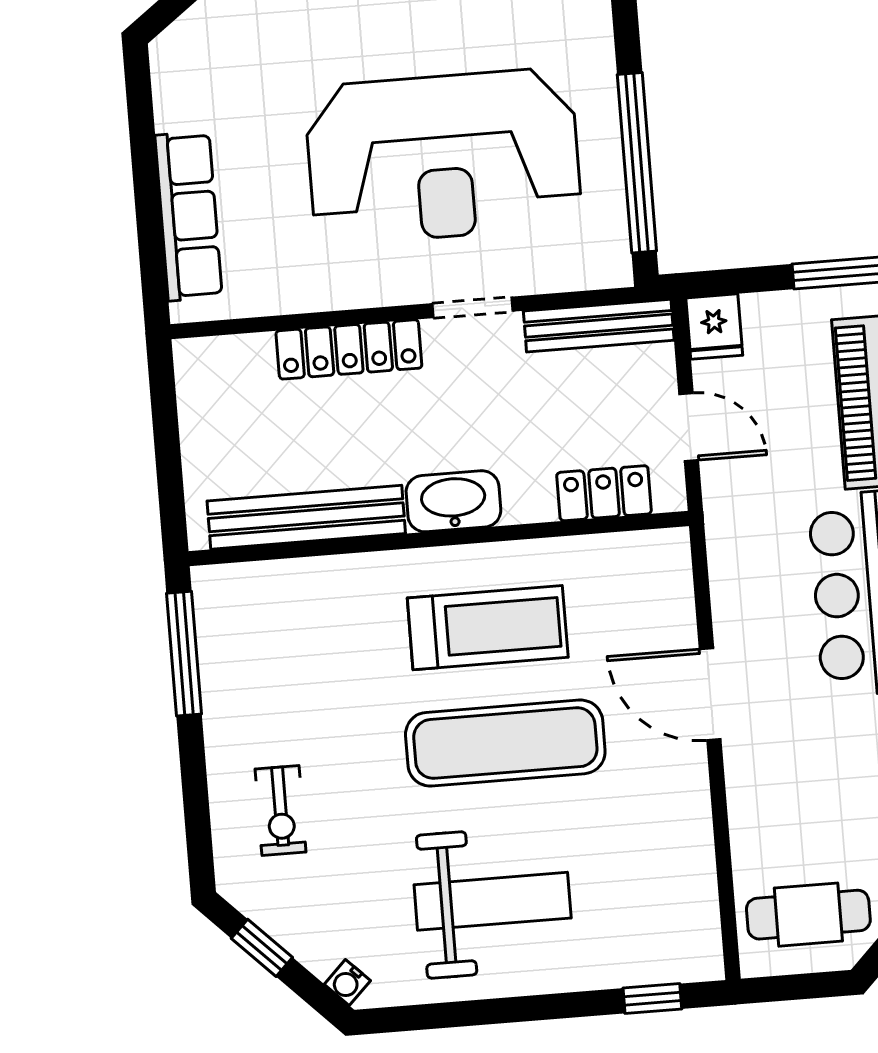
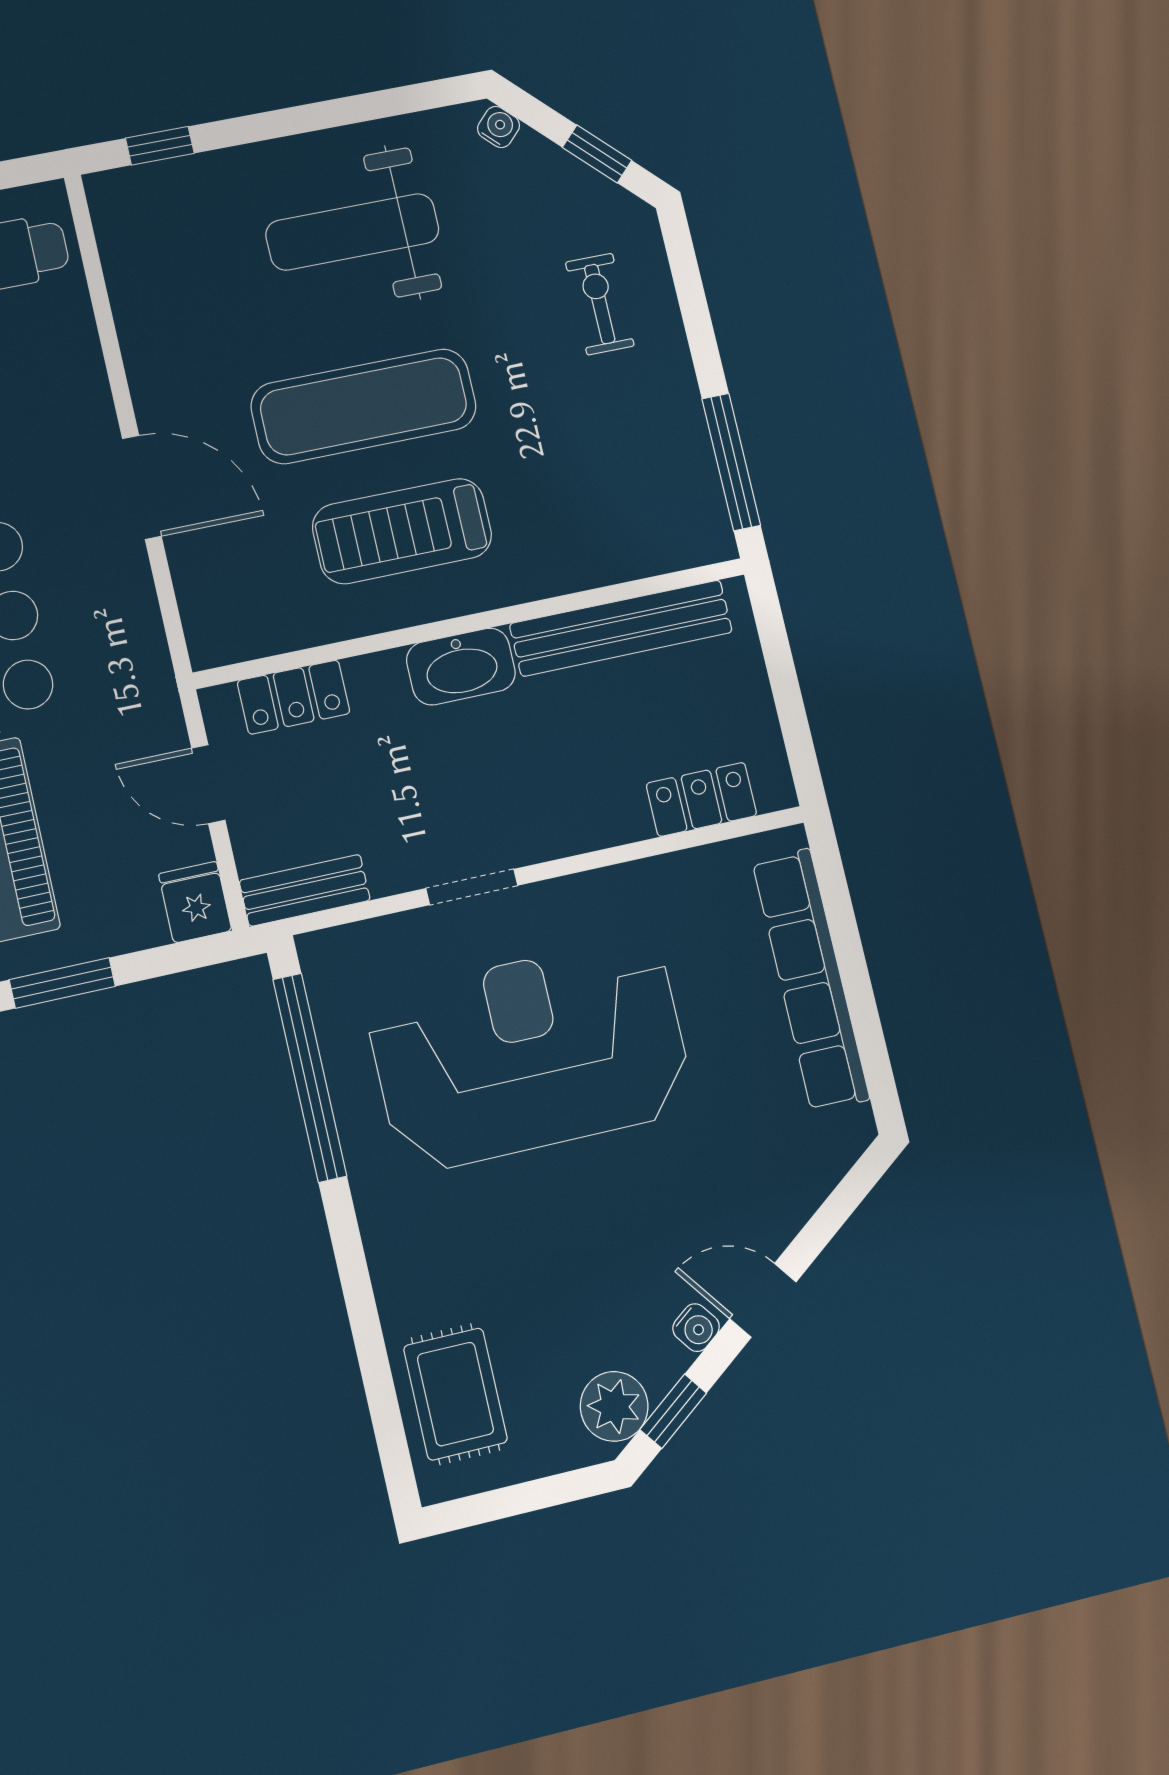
row of seats: (189, 216) -> (811, 980), width x1.36
bench: (599, 326) -> (305, 890), width x0.73
locker: (349, 349) -> (701, 799), moved, width x0.66

